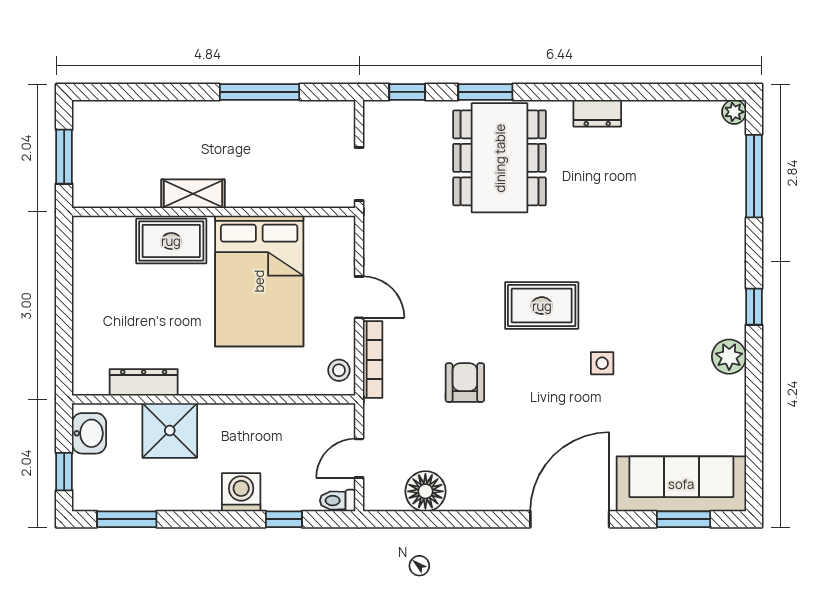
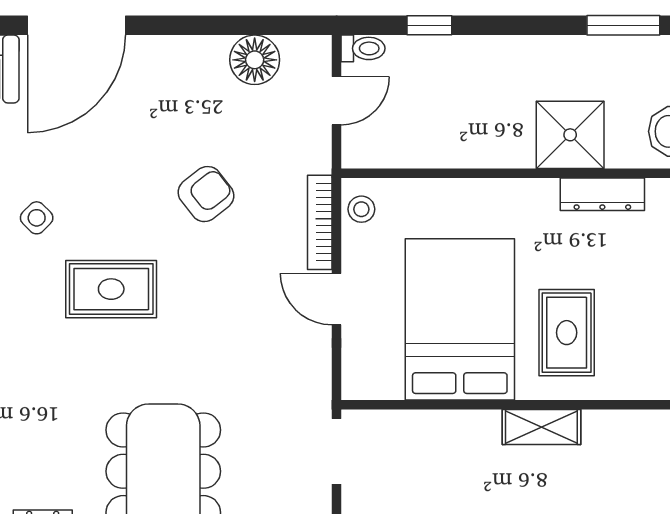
rug: (171, 241) -> (567, 333), moved, turned 90
side table: (602, 363) -> (37, 218), turned 45
armchair: (465, 383) -> (206, 194), turned -128
washing machine: (241, 492) -> (482, 59), removed

